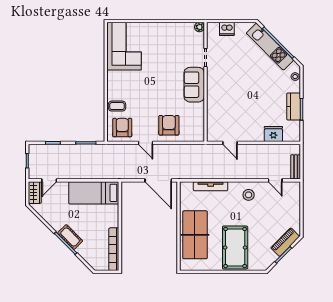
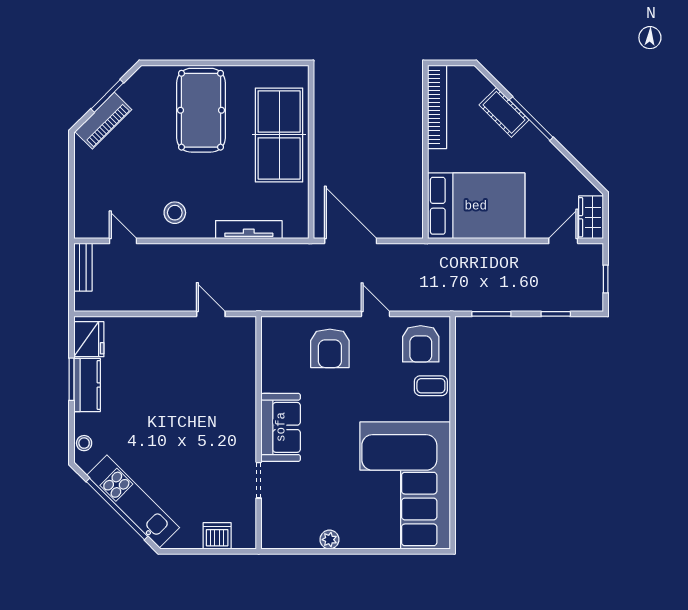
plant: (199, 27) -> (329, 540), moved
corner sofa: (124, 46) -> (405, 485), width x1.36, depth x1.36
fridge: (273, 134) -> (89, 339), moved, turned -90
bed: (94, 193) -> (476, 206), width x1.50
cot: (70, 237) -> (504, 112), moved

